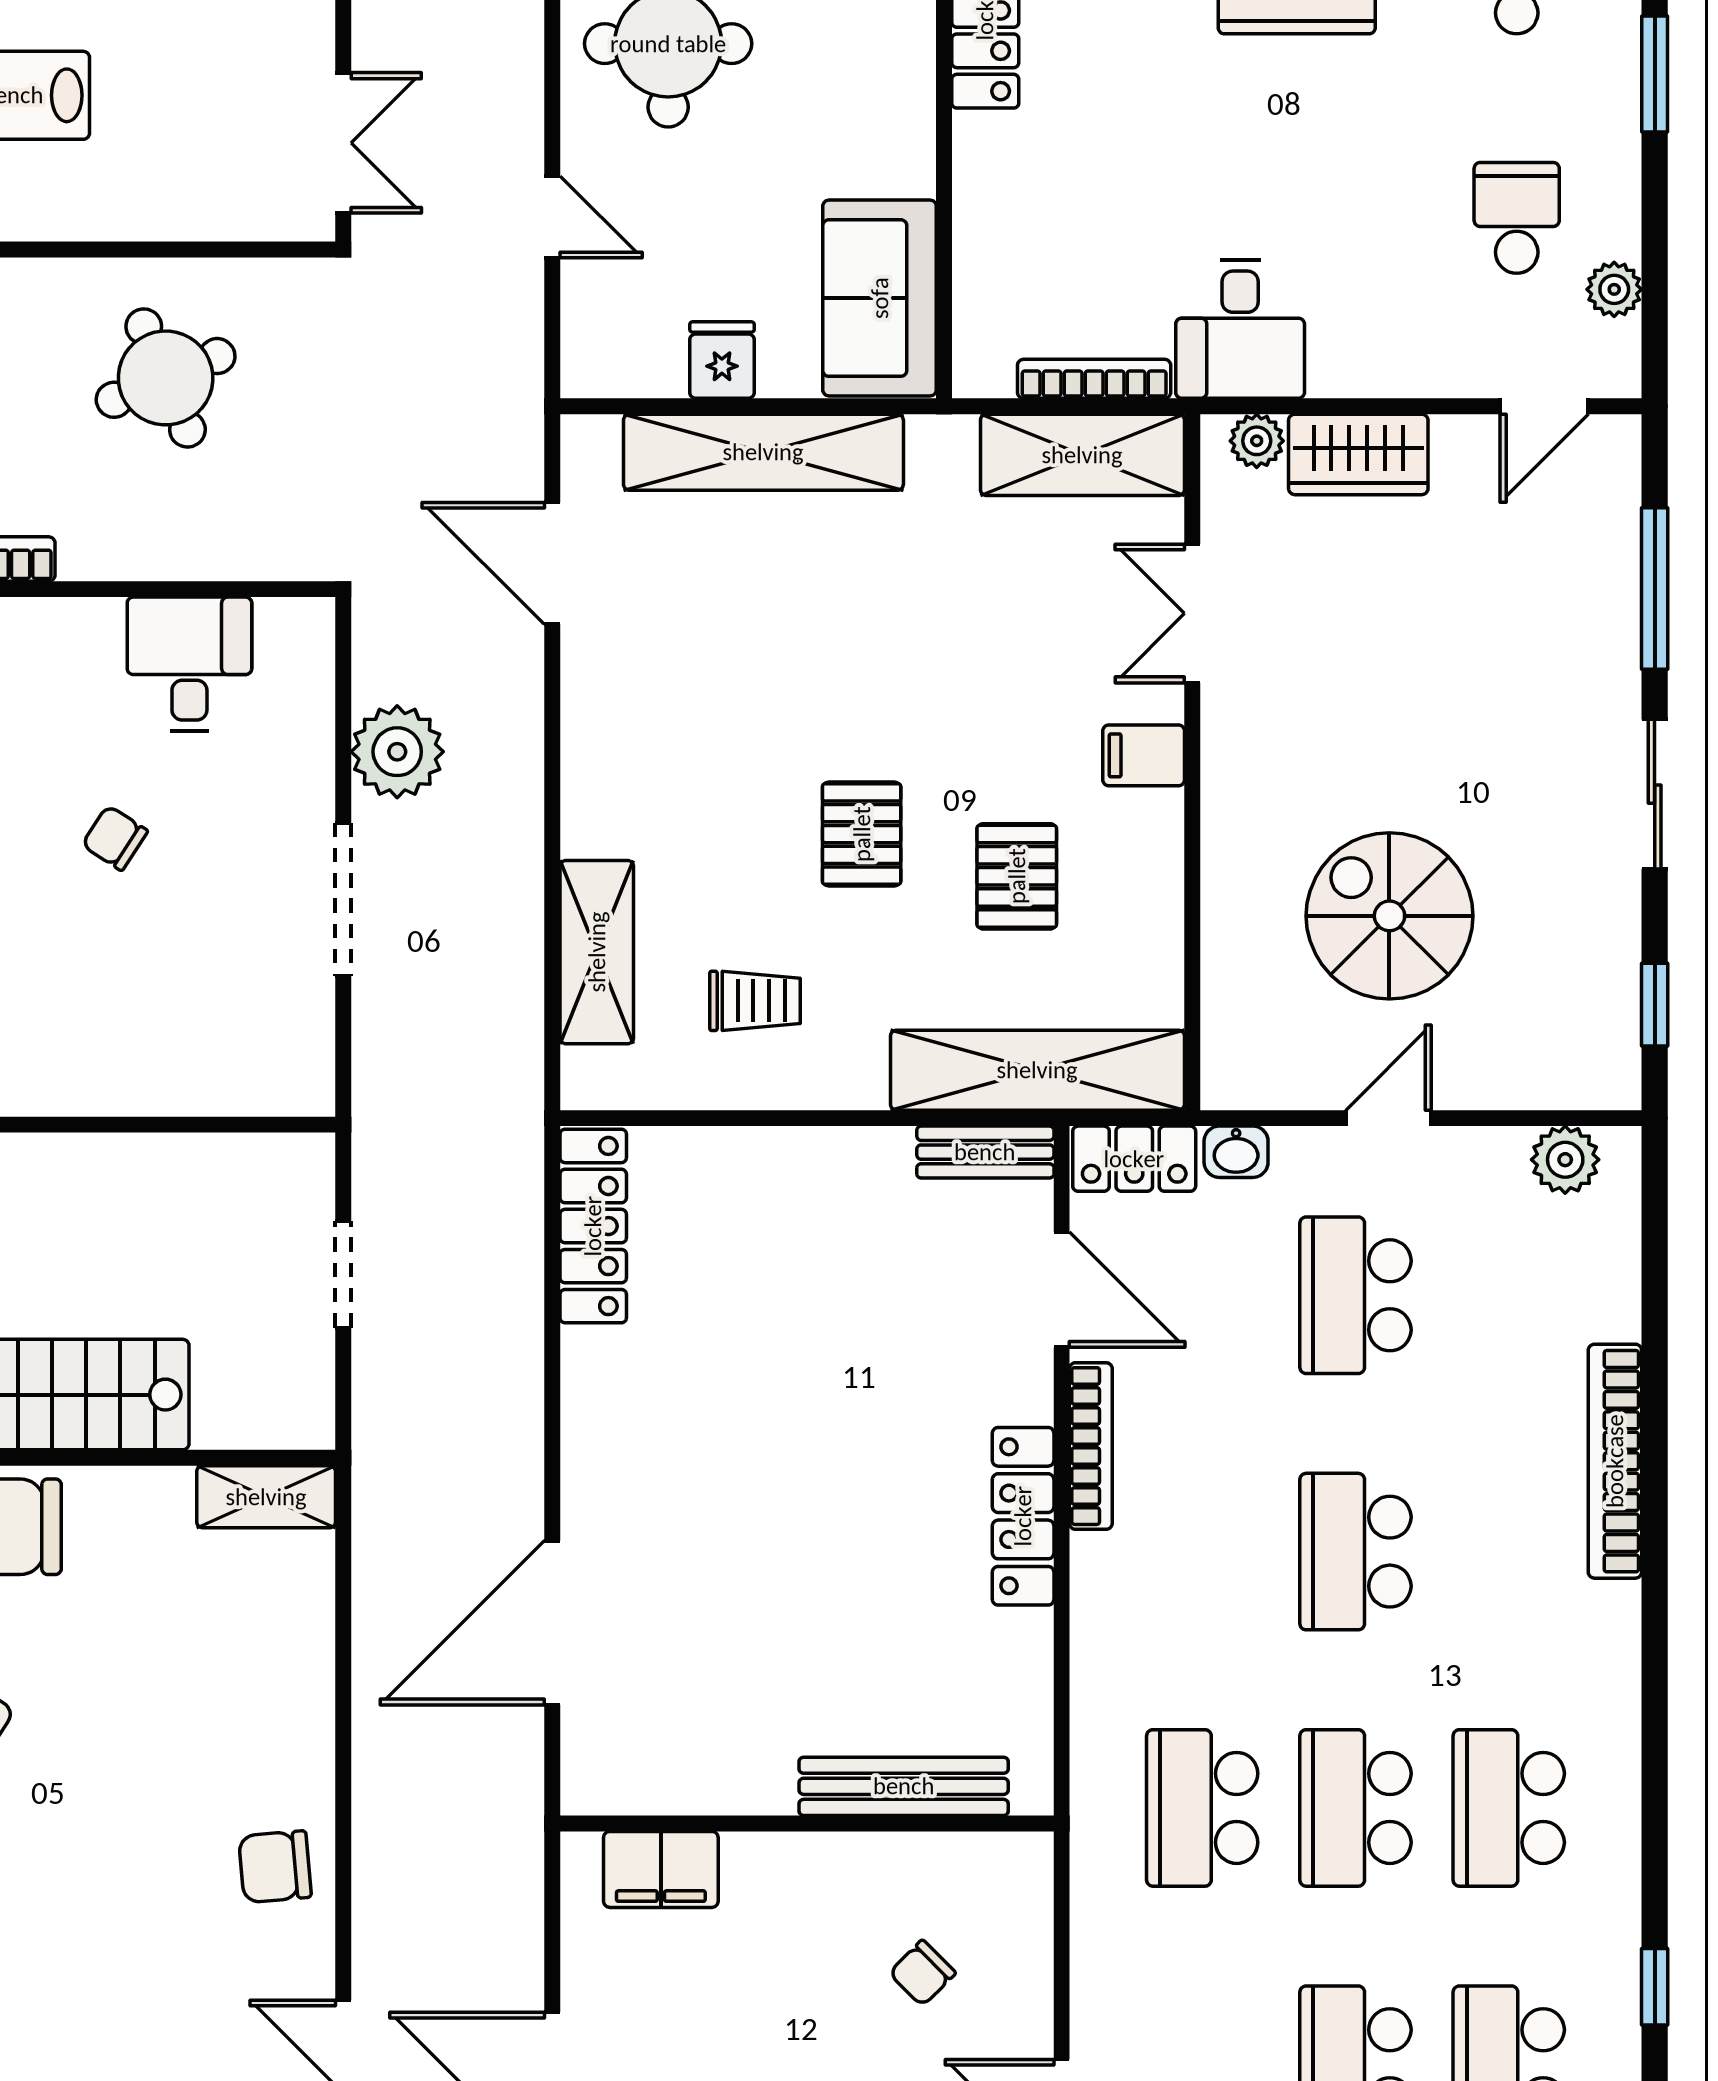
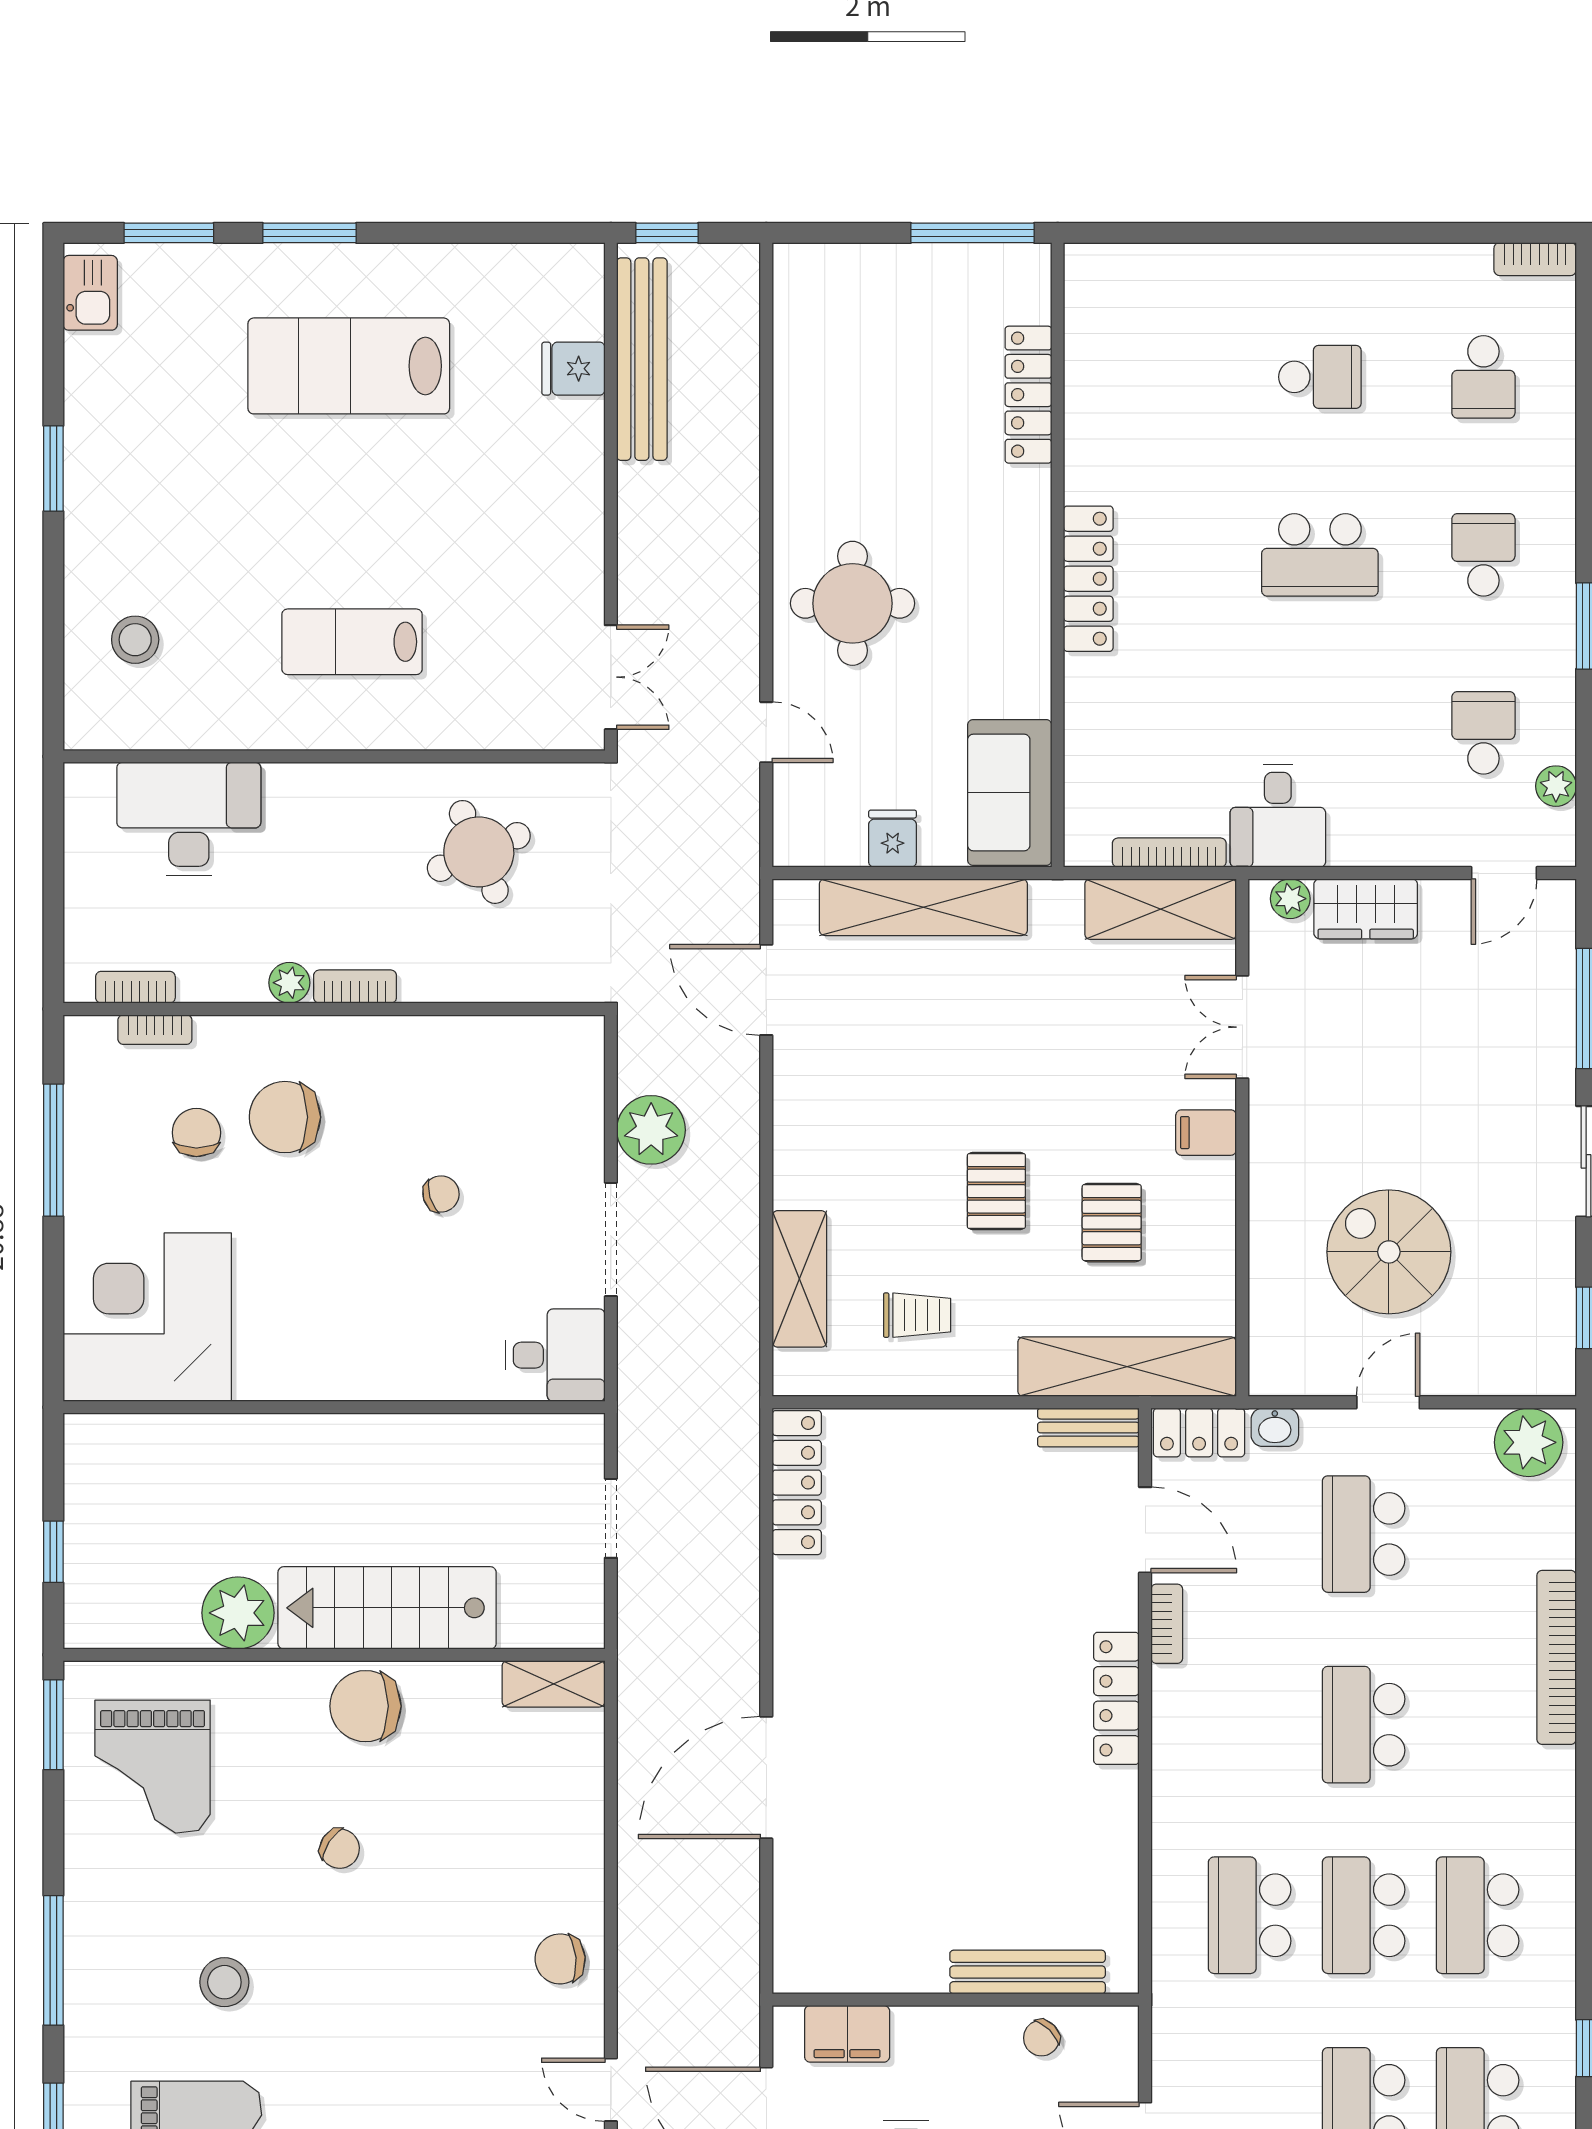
desk: (189, 664) -> (555, 1355), moved, turned 90
chair: (115, 838) -> (441, 1194), turned 130
plant: (1565, 1160) -> (1529, 1442), width x1.36, depth x1.36
bookcase: (1091, 1446) -> (1167, 1624), width x0.64
bench: (904, 1786) -> (1028, 1972), moved
wall: (807, 1823) -> (956, 2000), moved
filing cabinet: (661, 1869) -> (847, 2034), moved

